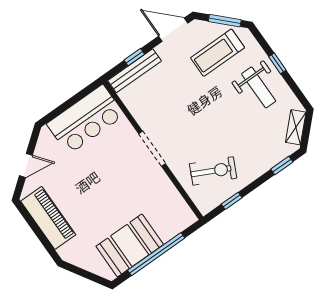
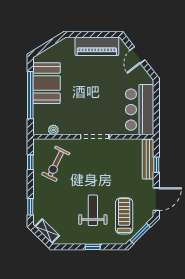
weight bench: (259, 87) -> (93, 210), moved, turned 90
plant: (177, 201) -> (53, 130), added

